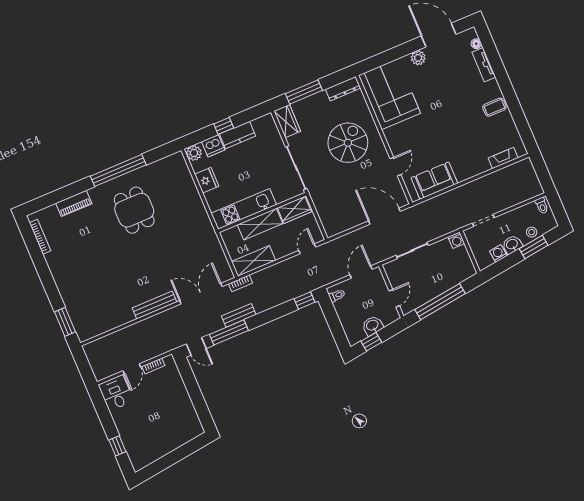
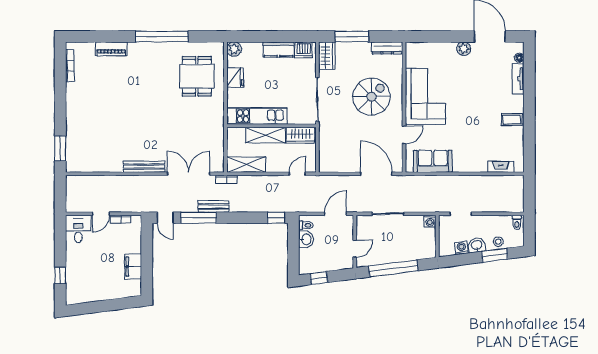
corner sofa: (389, 94) -> (425, 97), moved
window: (224, 126) -> (270, 36), removed
dishwasher: (213, 146) -> (303, 50), moved
dining table: (134, 210) -> (197, 76), moved
washbasin: (372, 326) -> (306, 239), moved, turned 97
filing cabinet: (185, 407) -> (133, 266), added

